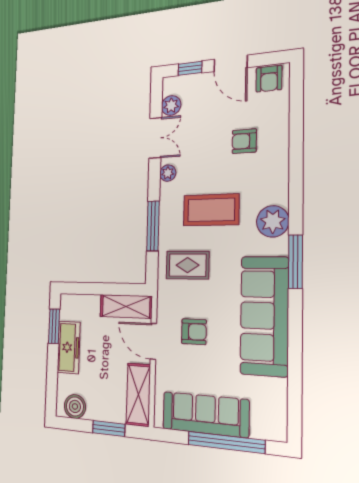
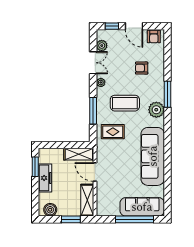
window: (295, 262) -> (167, 94), moved
armchair: (194, 332) -> (117, 166), removed
sofa: (205, 414) -> (142, 207), moved

